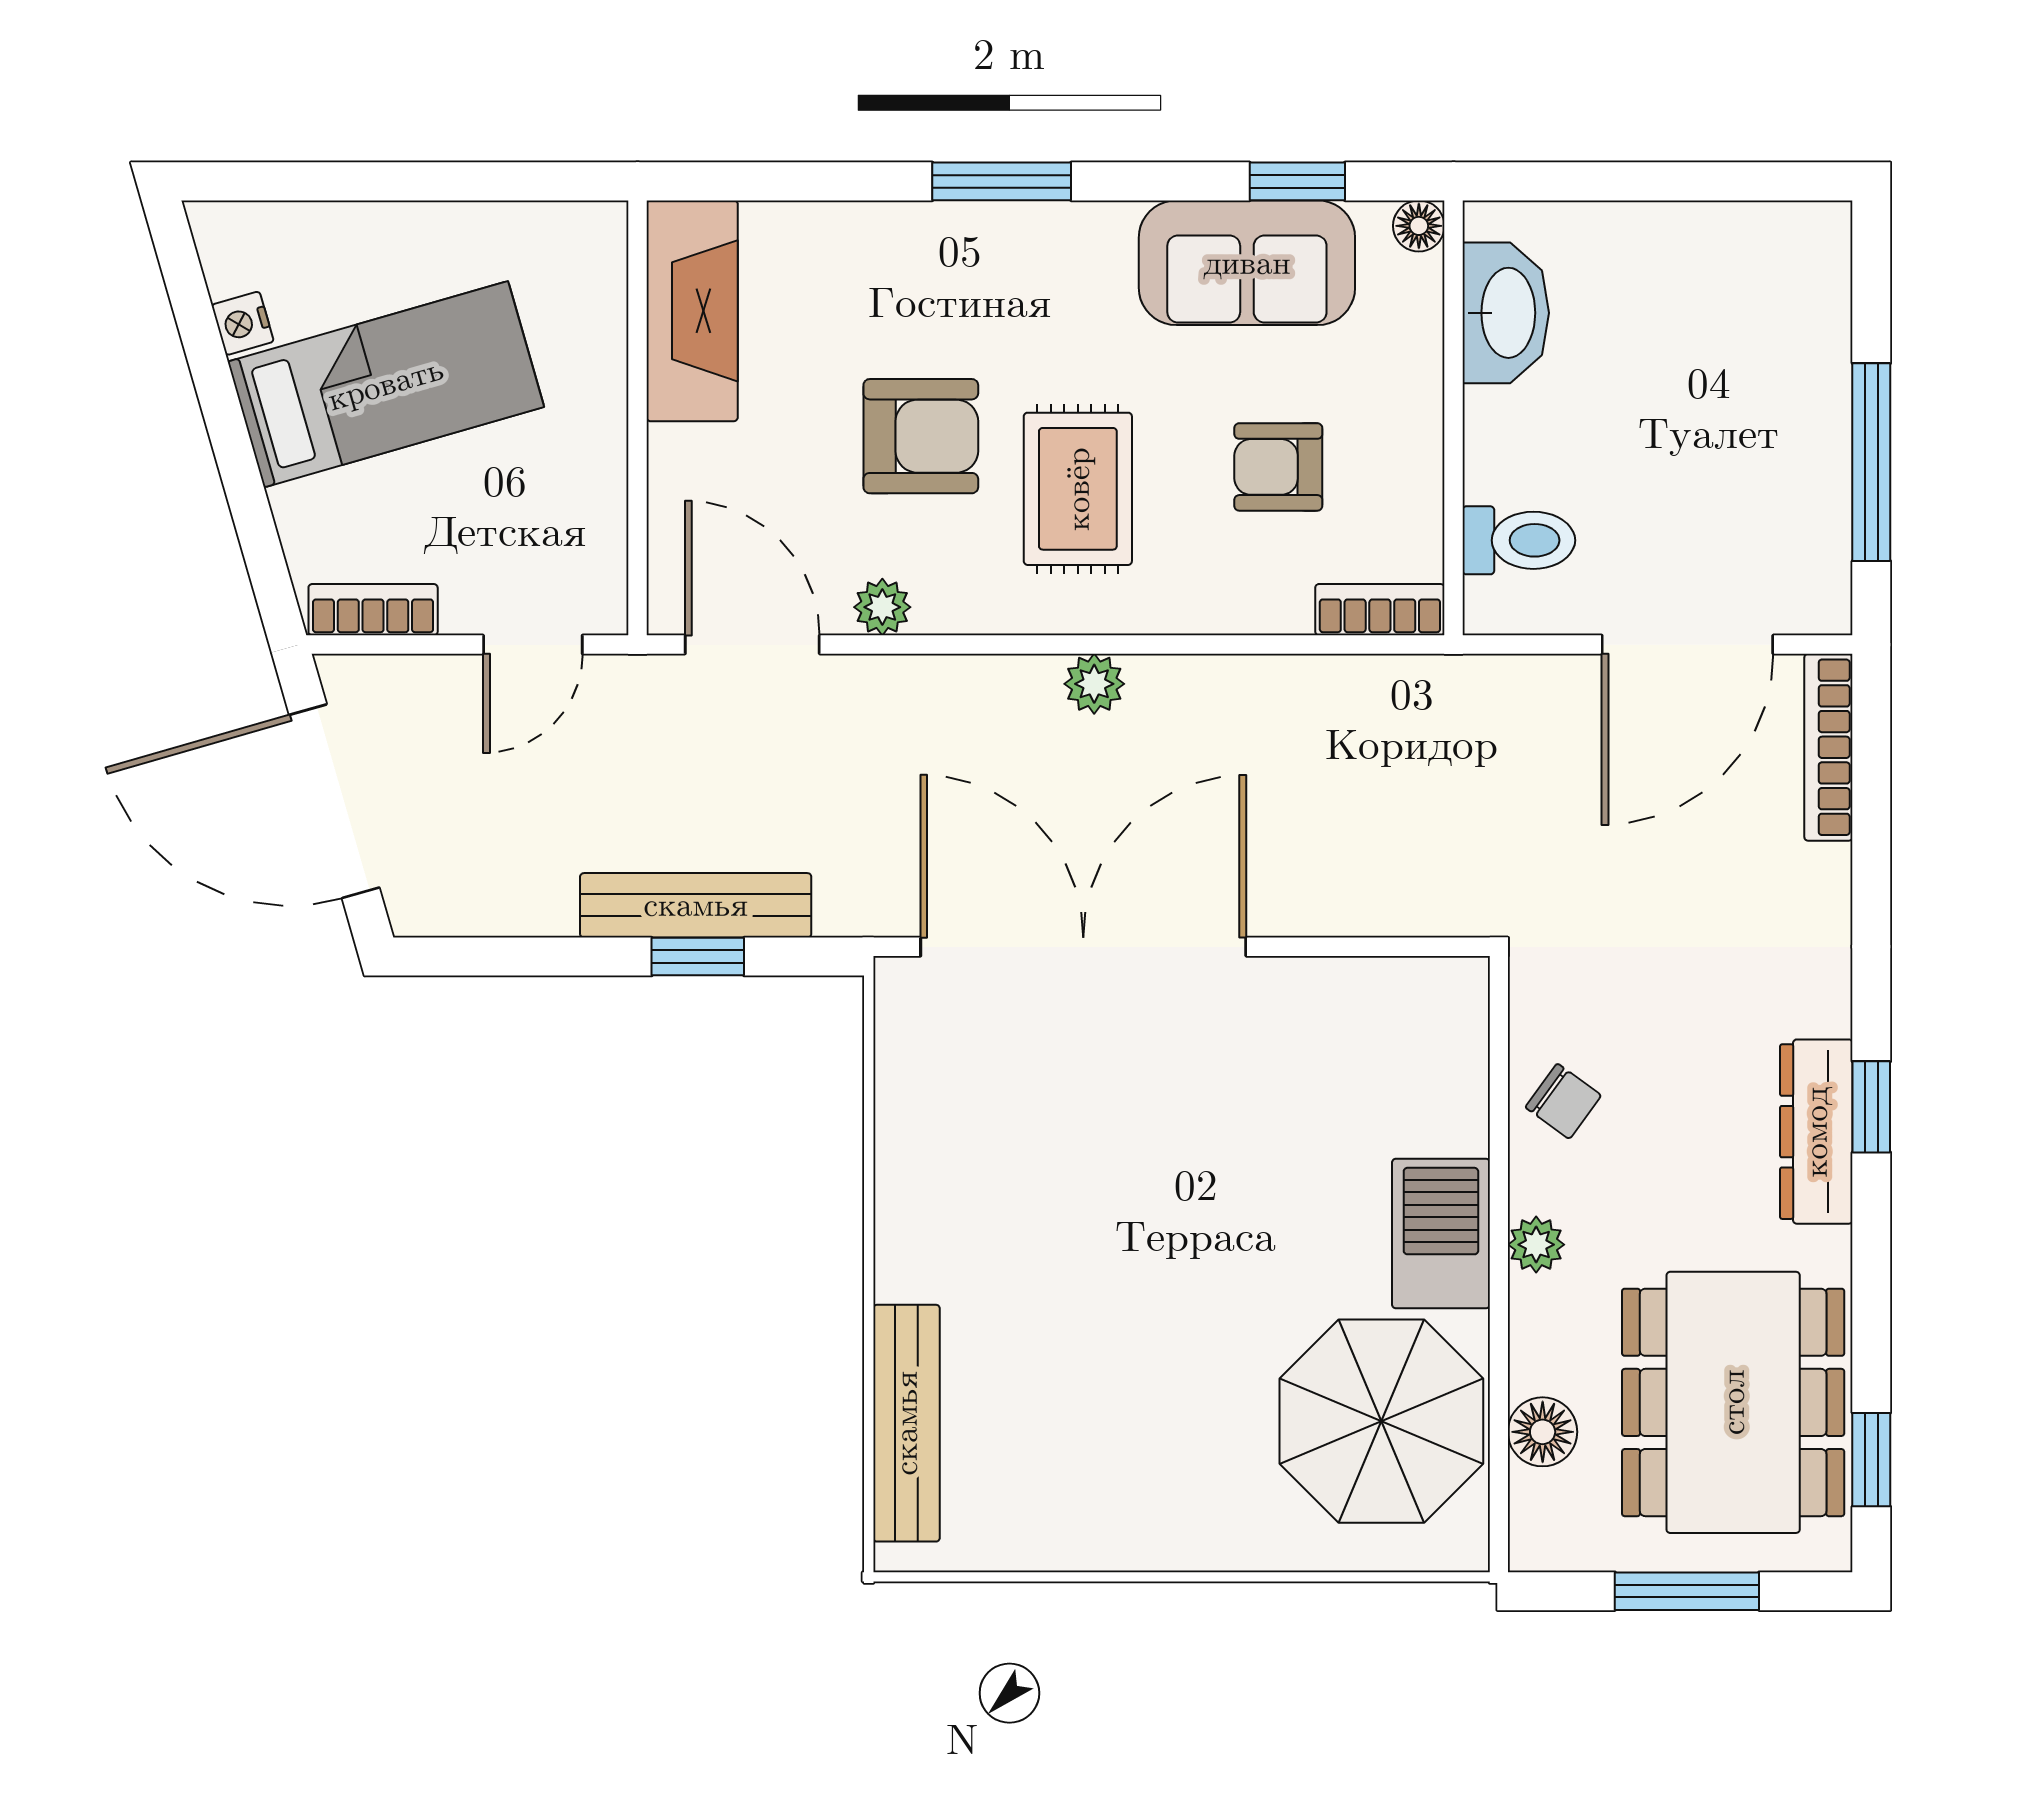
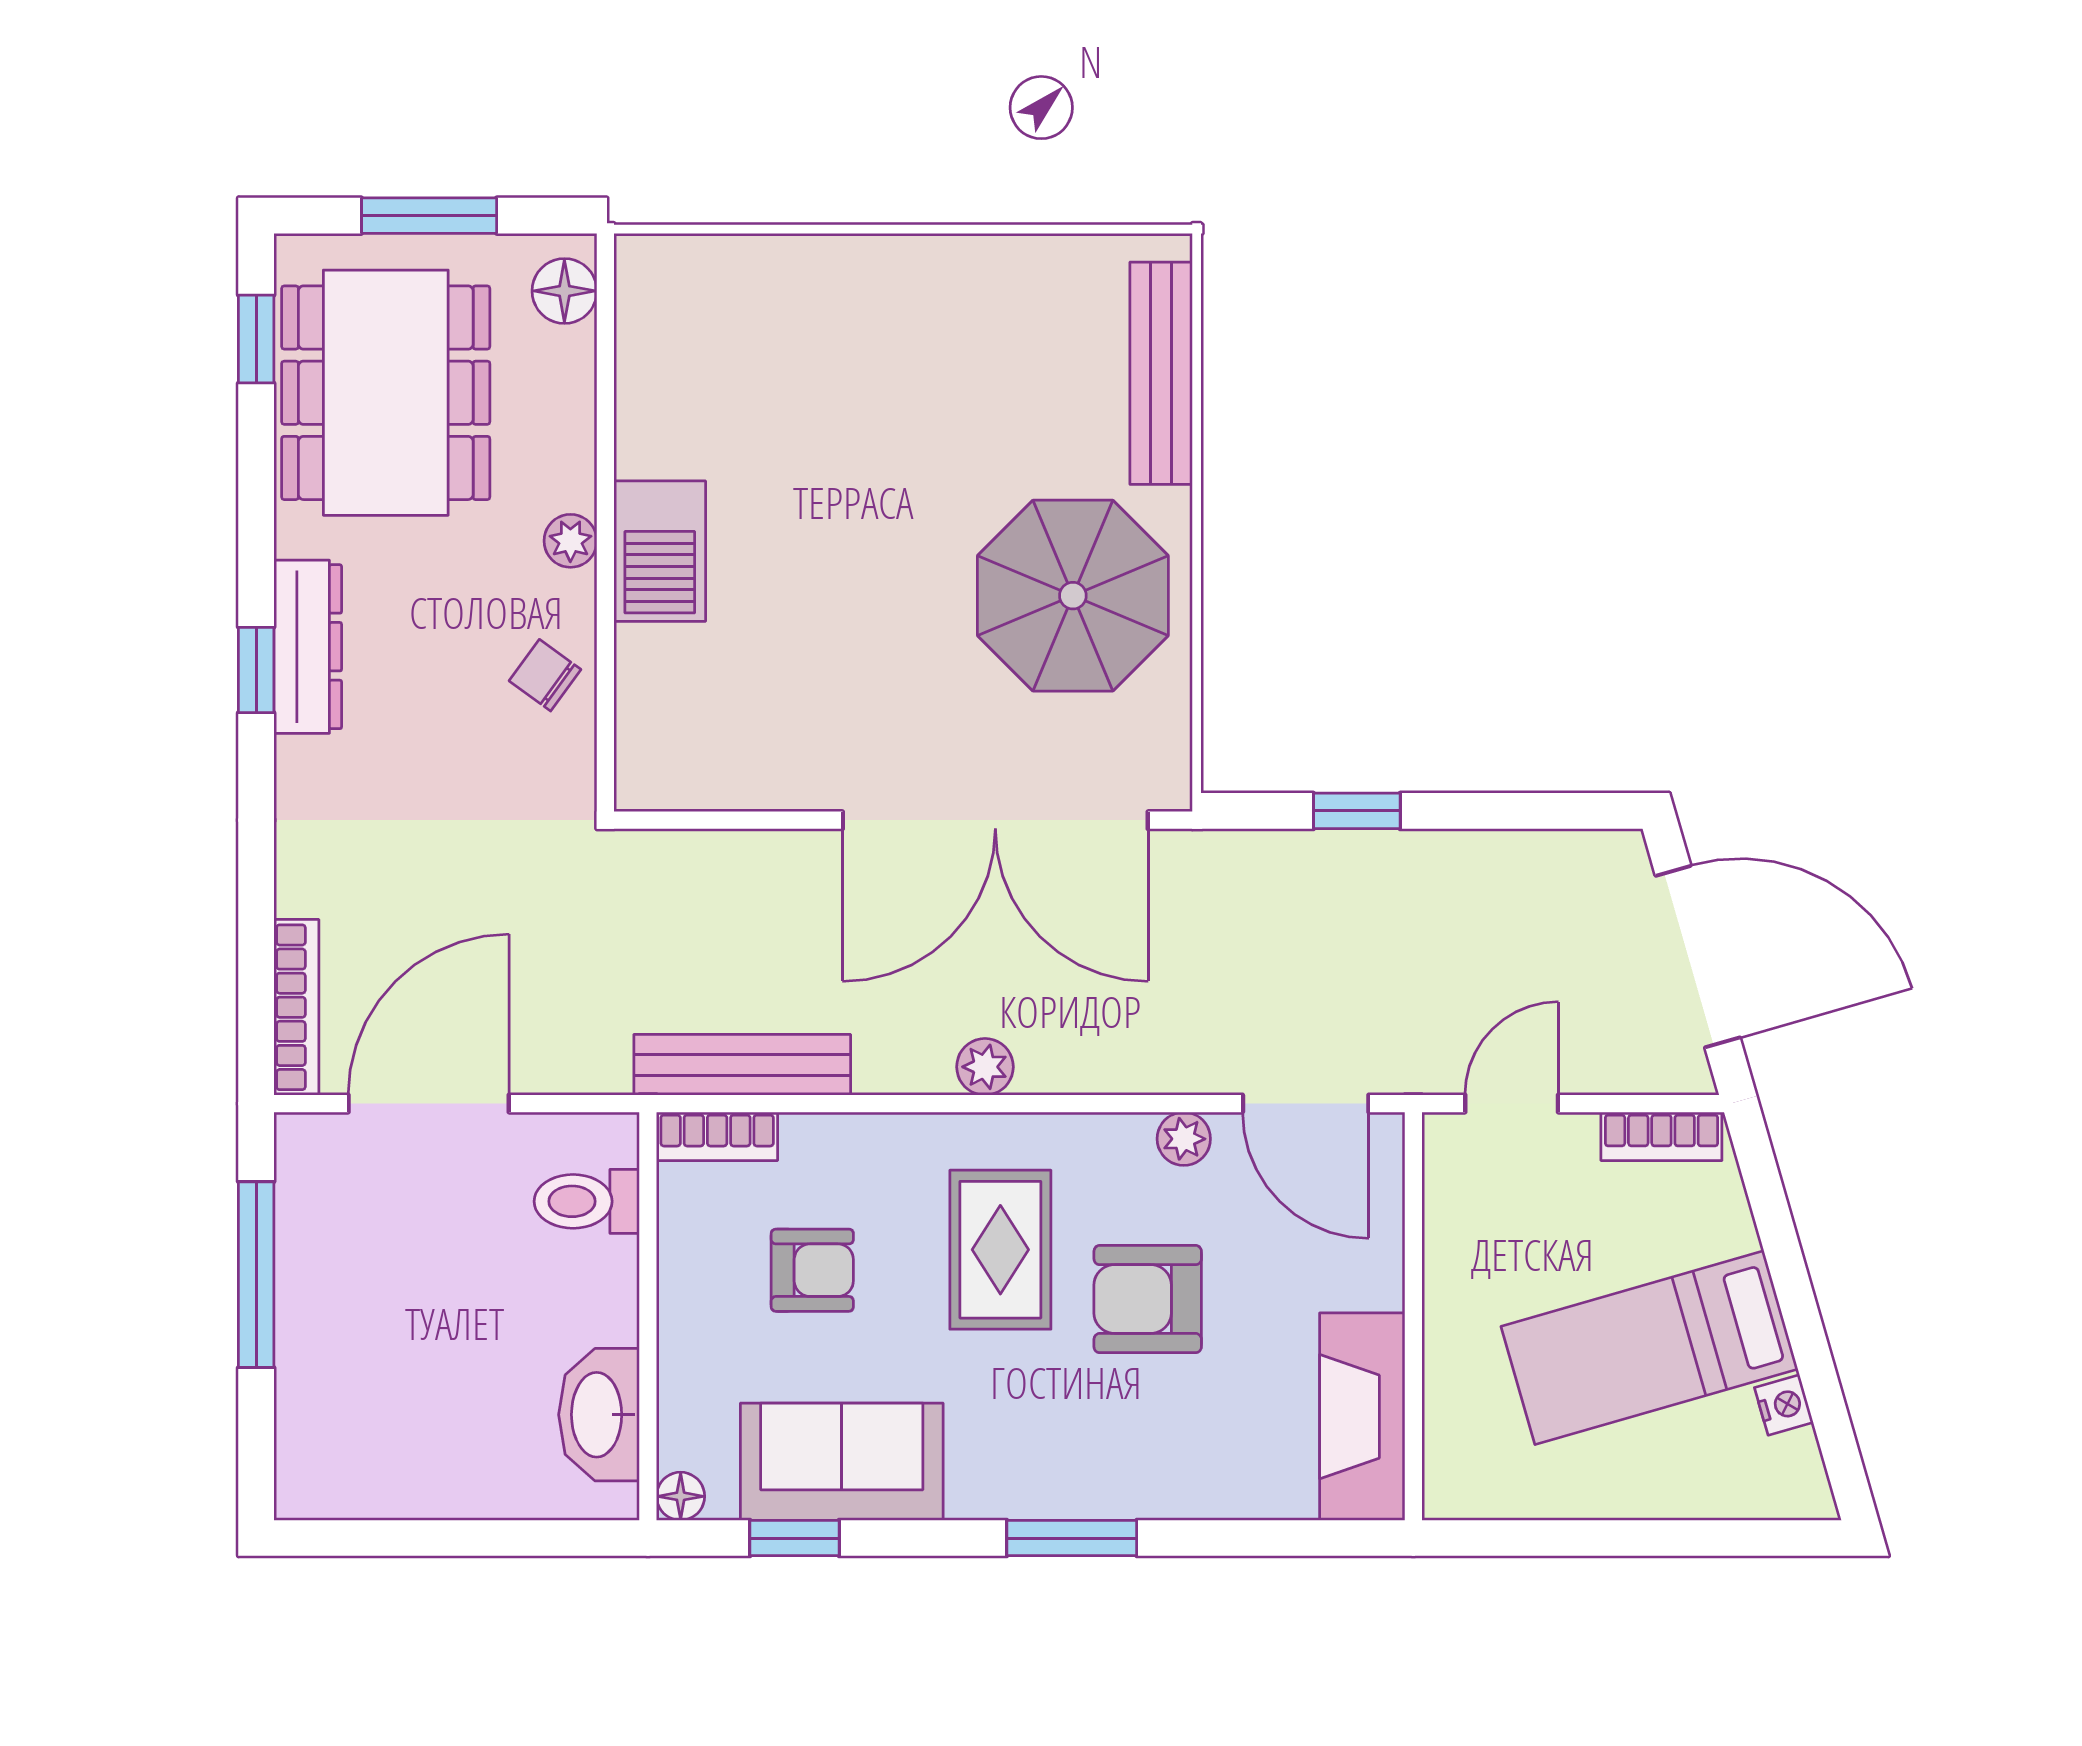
bench: (696, 905) -> (742, 1065), moved
parasol: (1381, 1421) -> (1073, 596), moved
floor lamp: (1543, 1432) -> (564, 291), moved

